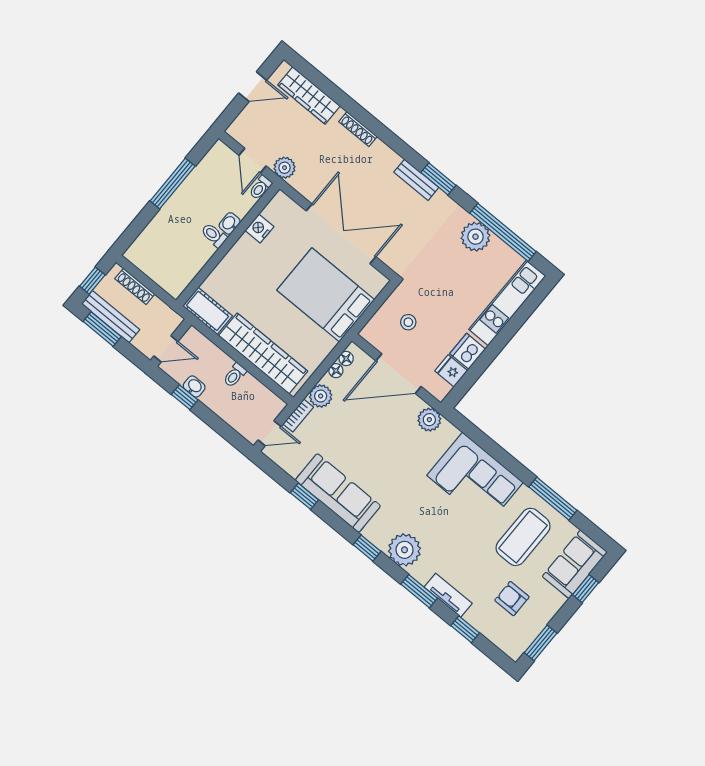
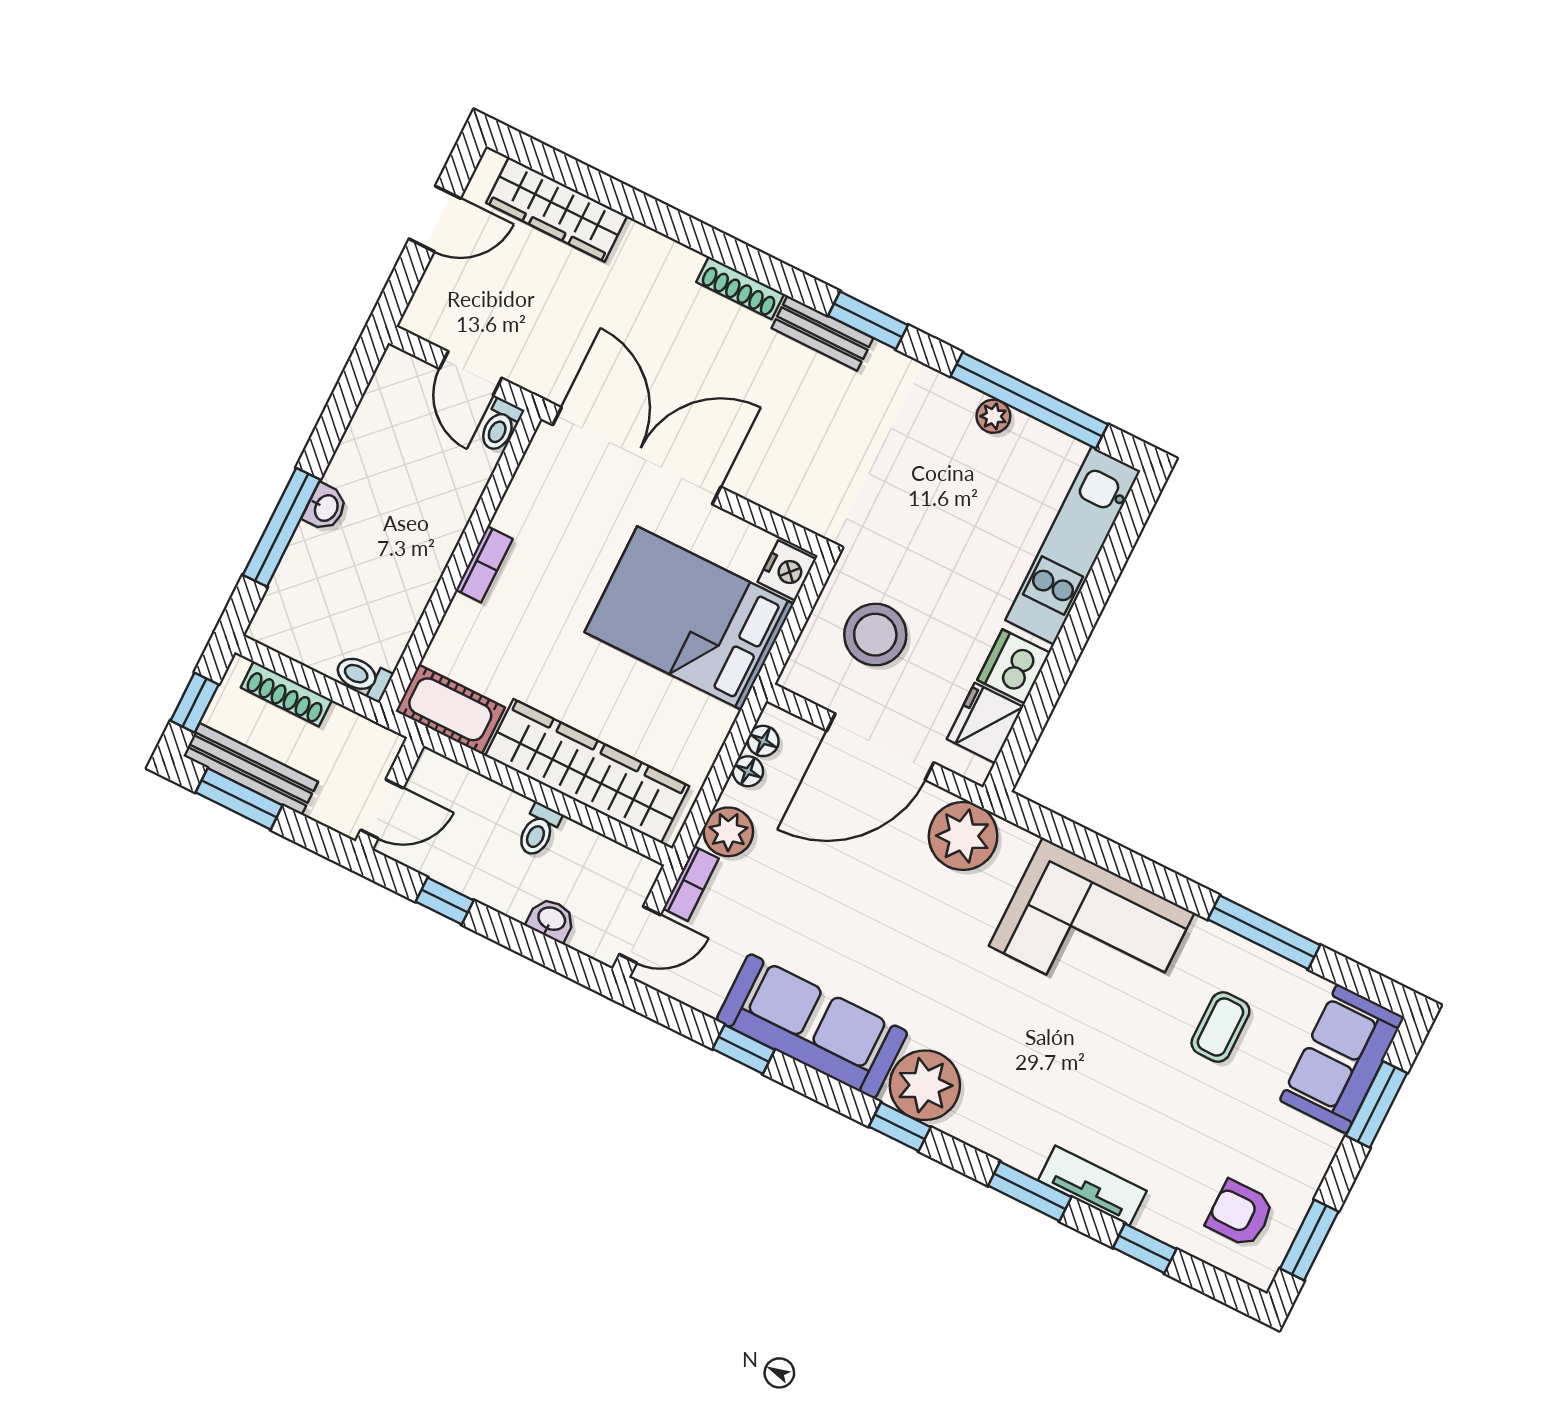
shoe rack: (358, 129) -> (740, 288), moved
plant: (285, 168) -> (541, 372), removed
window: (173, 184) -> (282, 527), moved
washbasin: (230, 223) -> (325, 508), moved, turned 180
nightstand: (259, 228) -> (787, 570), moved, turned 180
double door: (341, 234) -> (637, 456), moved
toilet: (214, 235) -> (363, 677), moved
plant: (475, 237) -> (993, 416), width x0.53, depth x0.53
bookcase: (238, 249) -> (484, 564), added
stool: (408, 322) -> (875, 635), width x1.89, depth x1.89
fridge: (451, 371) -> (985, 723), width x1.38
washbasin: (194, 387) -> (551, 920), moved
plant: (429, 420) -> (963, 836), width x1.36, depth x1.36
coffee table: (523, 537) -> (1220, 1027), width x0.54, depth x0.58
plant: (404, 550) -> (925, 1085), moved
window: (586, 589) -> (1376, 1104), width x1.50
armchair: (512, 599) -> (1240, 1214), moved

